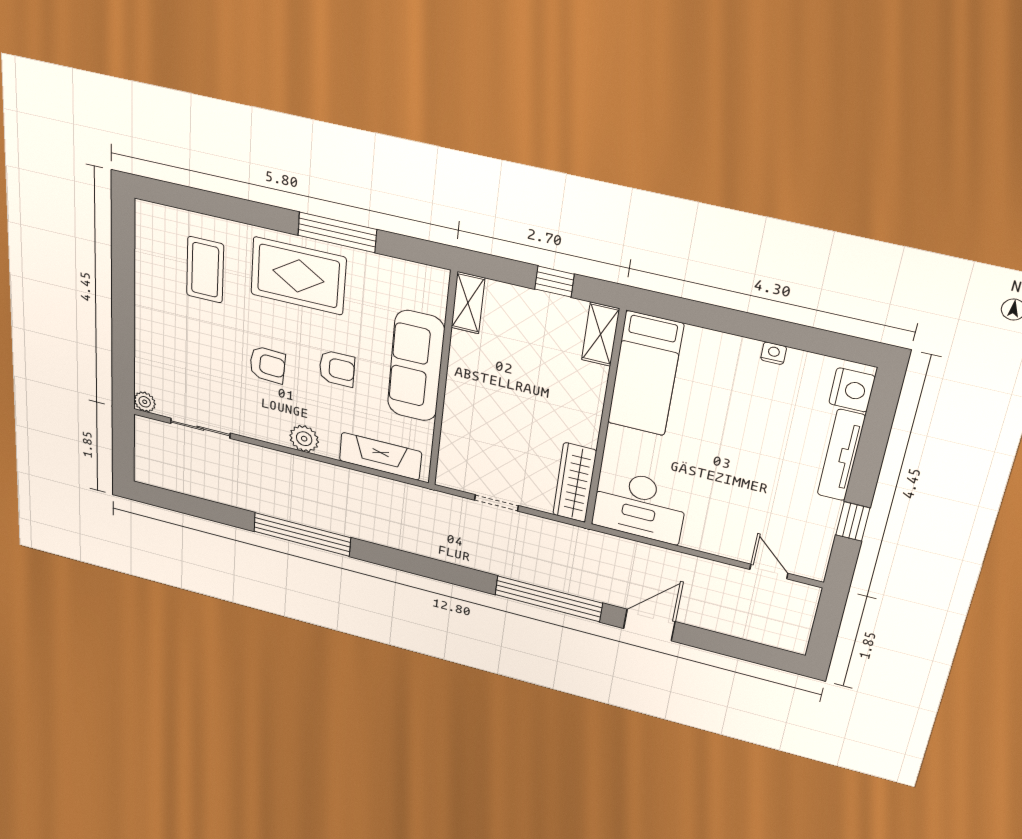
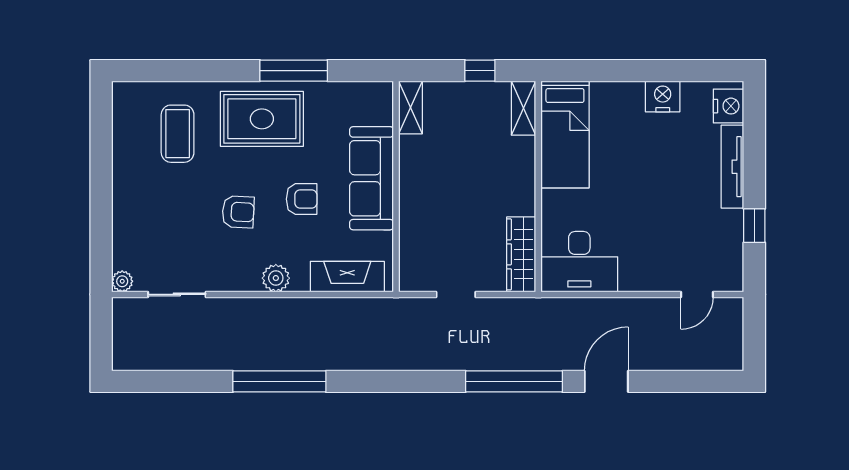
nightstand: (774, 353) -> (663, 97), width x1.89, depth x1.79
door: (769, 571) -> (697, 294), swing flipped

